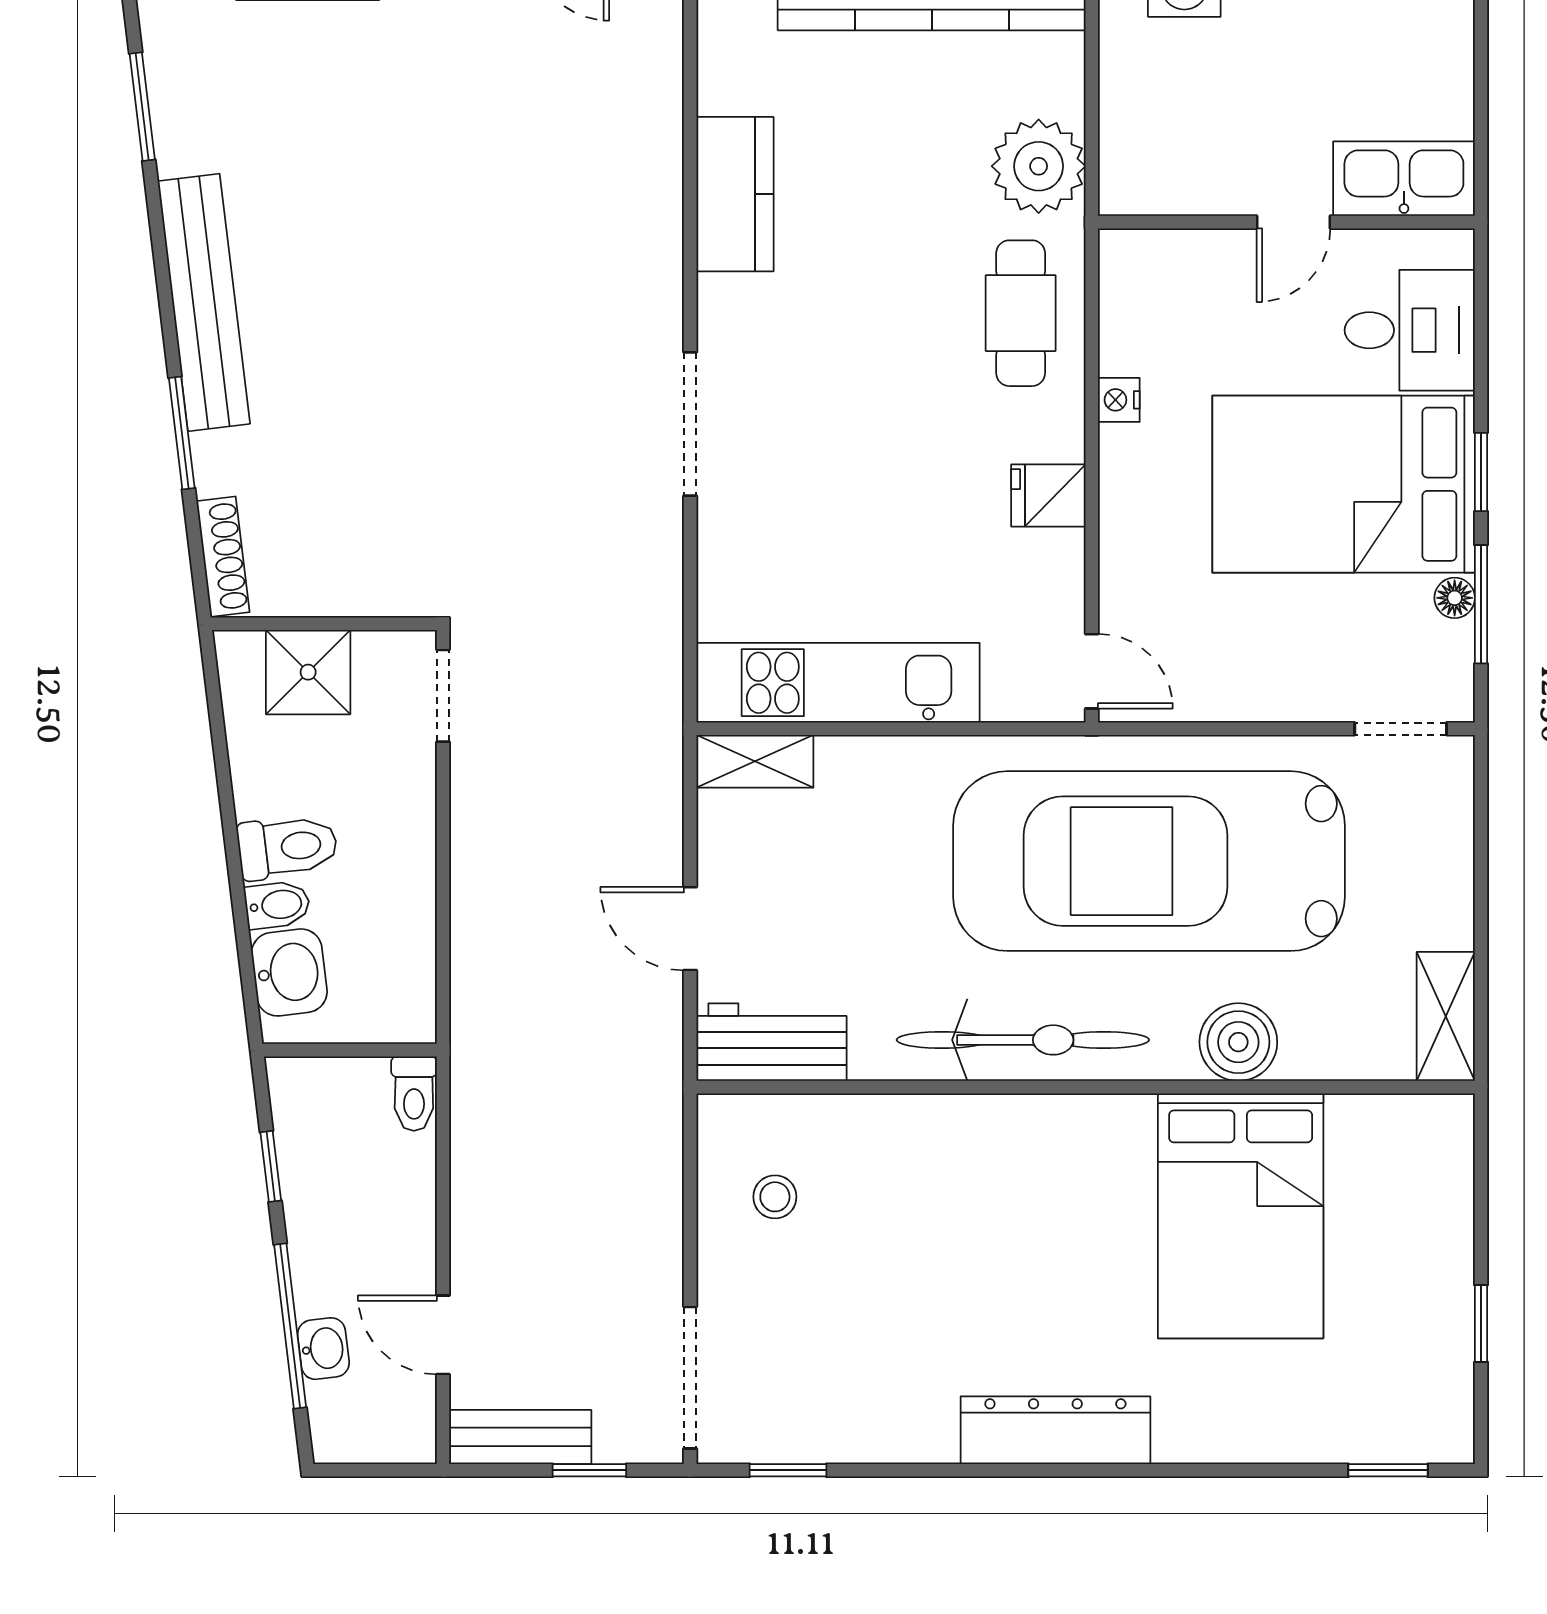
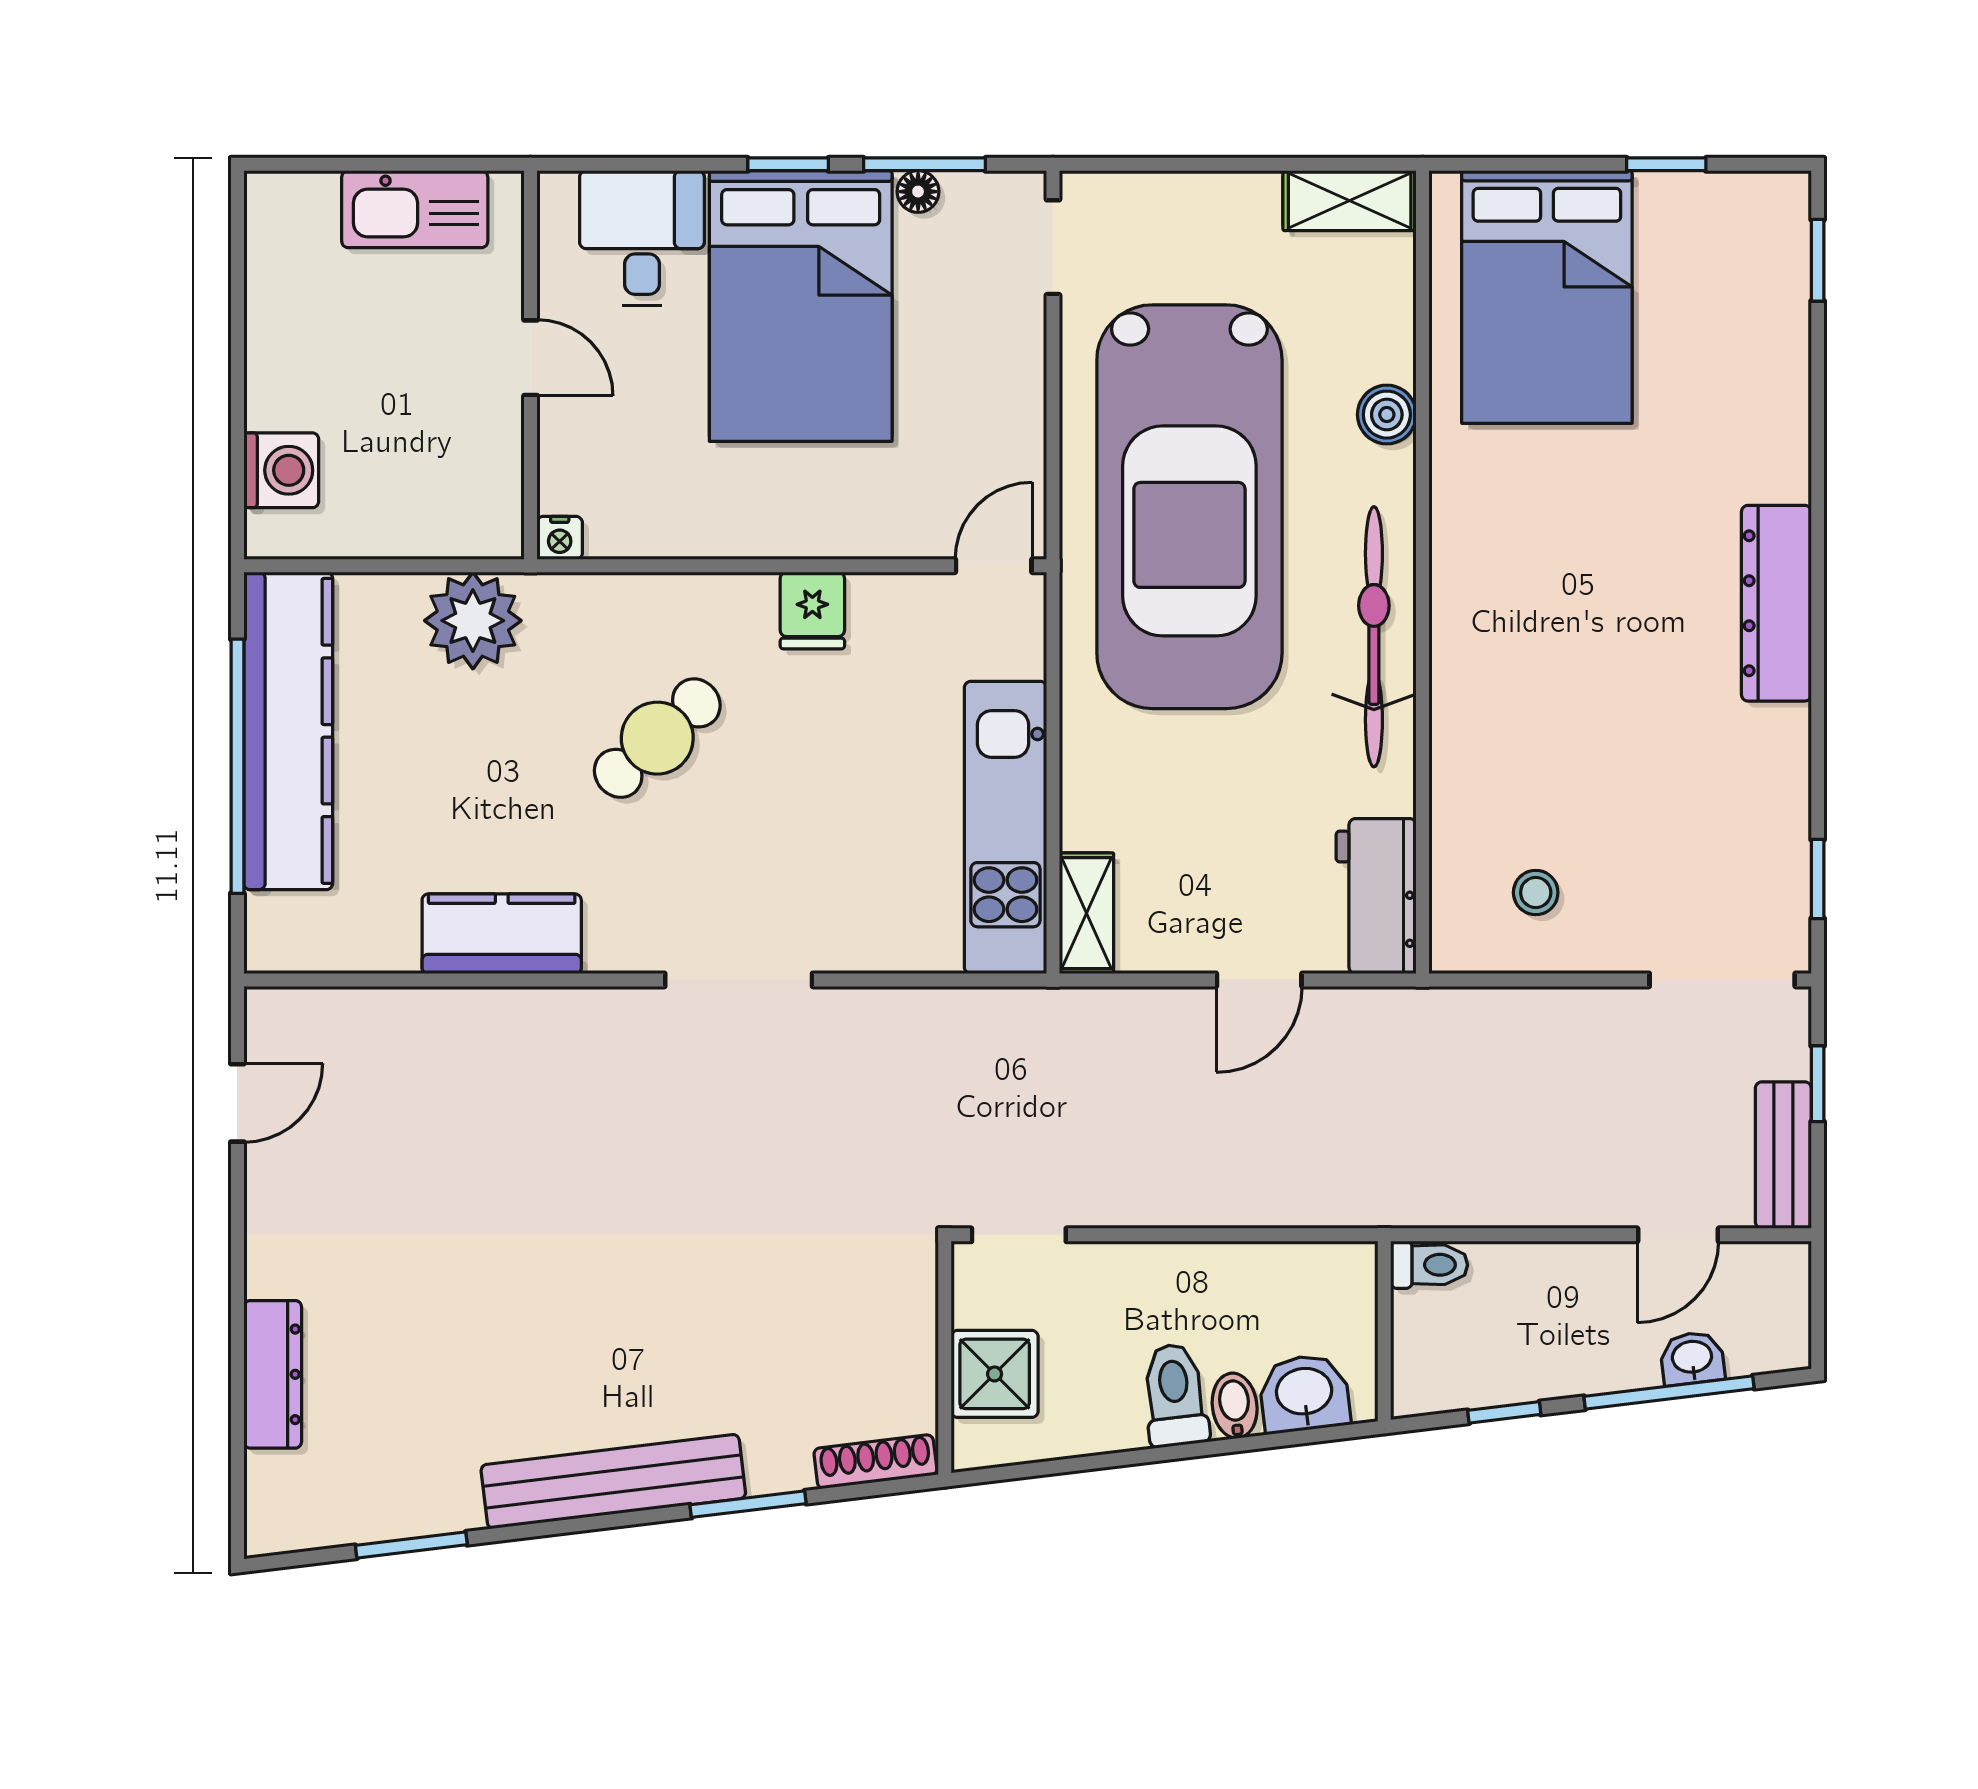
kitchen sink: (1404, 179) -> (415, 209), moved, turned -90
cafe table: (1021, 313) -> (657, 738), moved, turned -42
nightstand: (1119, 400) -> (560, 538), moved
boiler: (1238, 1042) -> (1387, 415), width x0.73, depth x0.73
bed: (1241, 1216) -> (1547, 297), moved, turned 90

